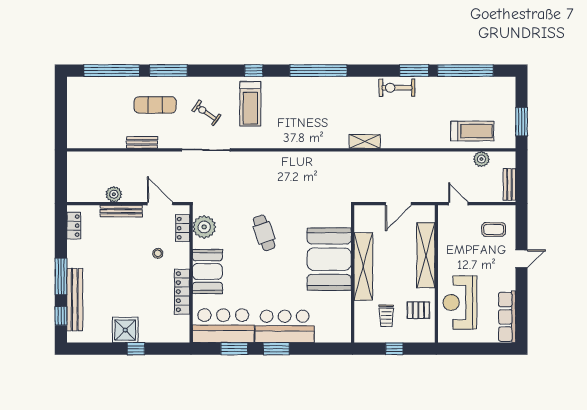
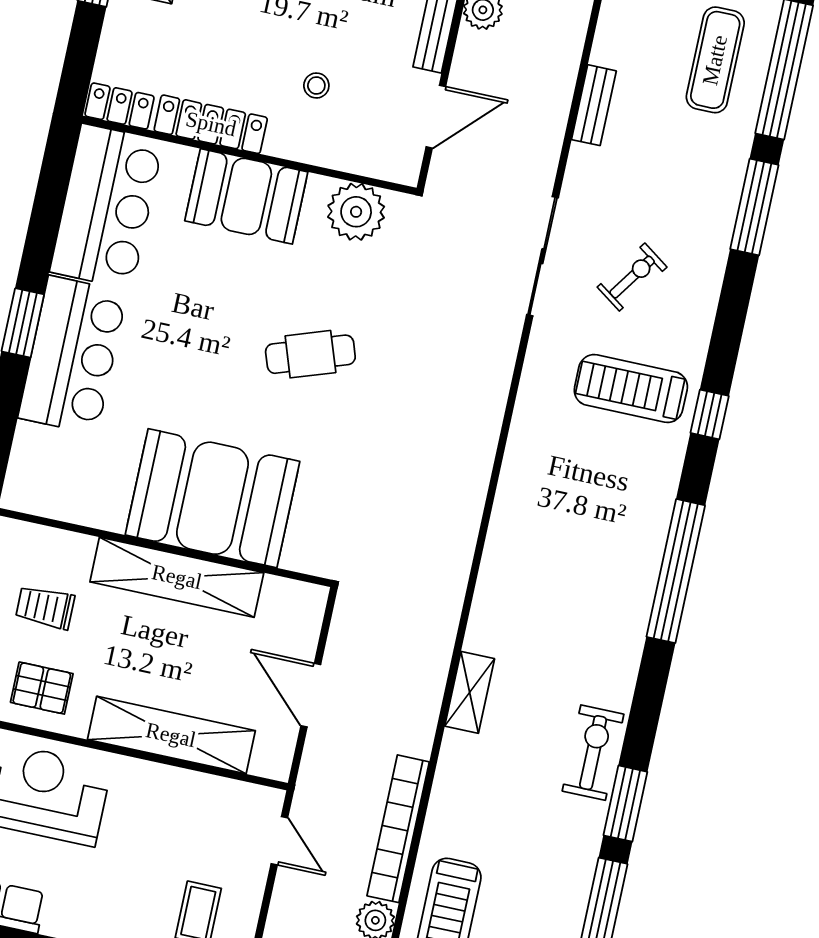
exercise mat: (155, 105) -> (715, 60), moved
shelving: (365, 141) -> (470, 692), moved
bookcase: (443, 158) -> (398, 829), added
door: (458, 204) -> (279, 841), hinge flipped
locker: (183, 228) -> (120, 106), moved
pallet: (418, 310) -> (42, 688), turned 90
window: (234, 349) -> (45, 221), removed

